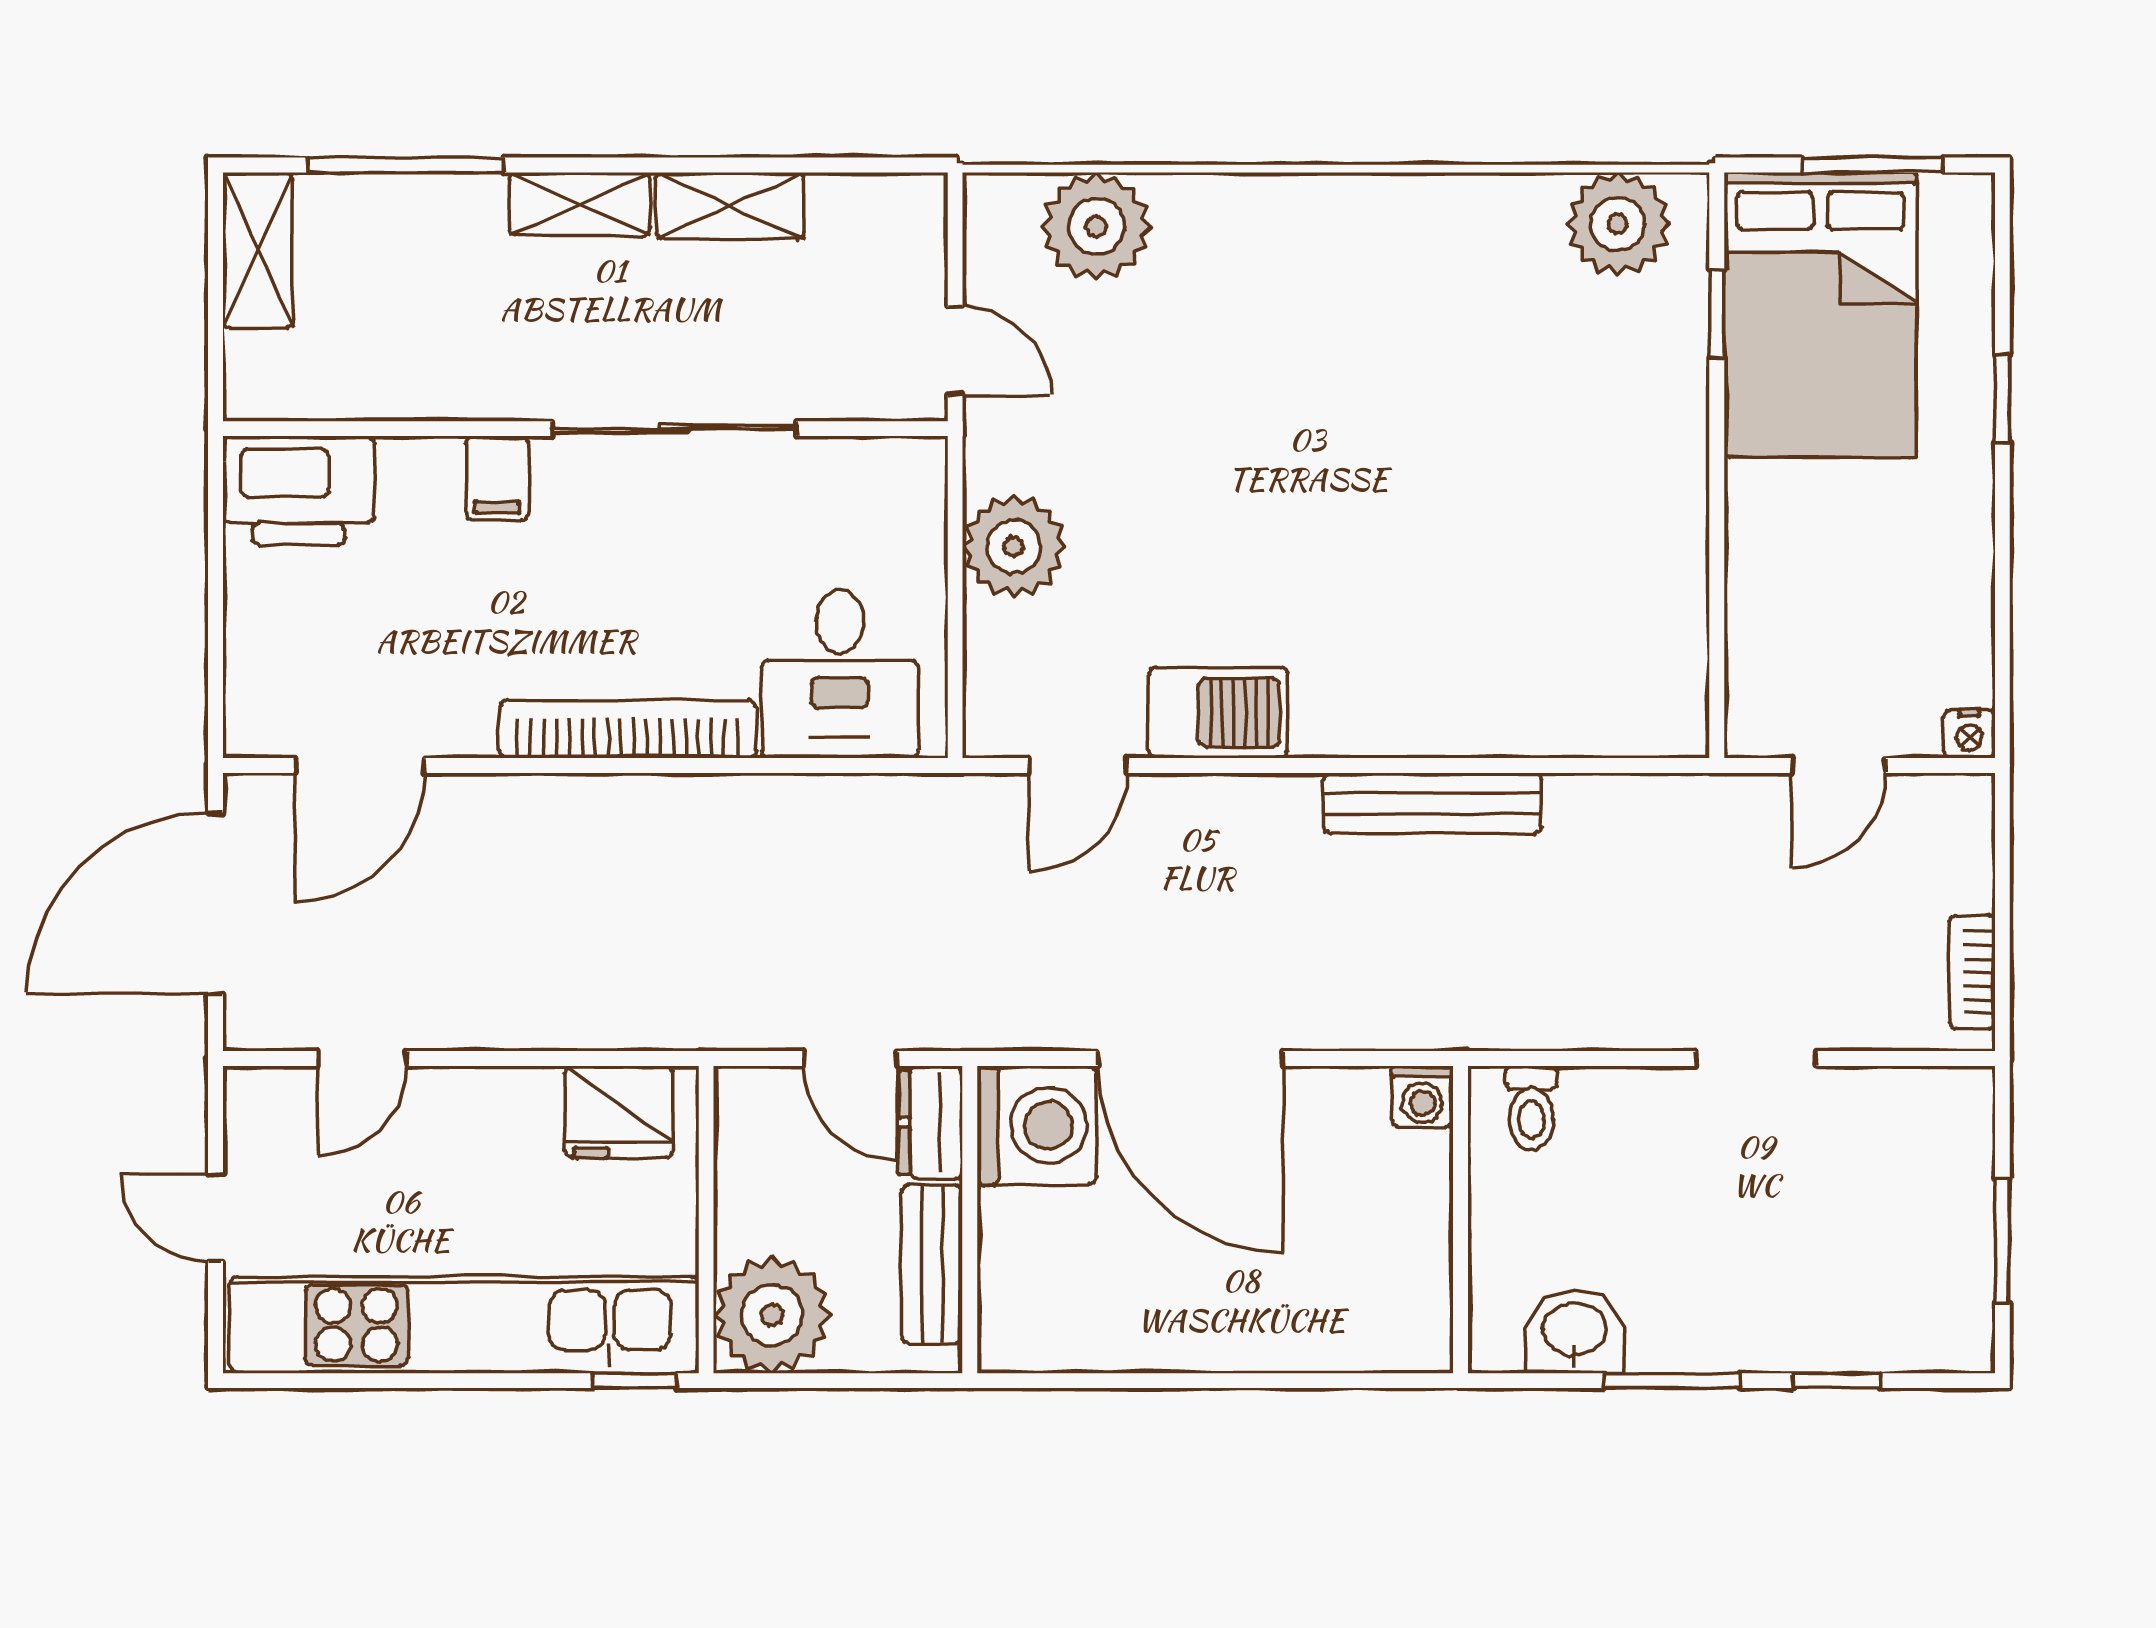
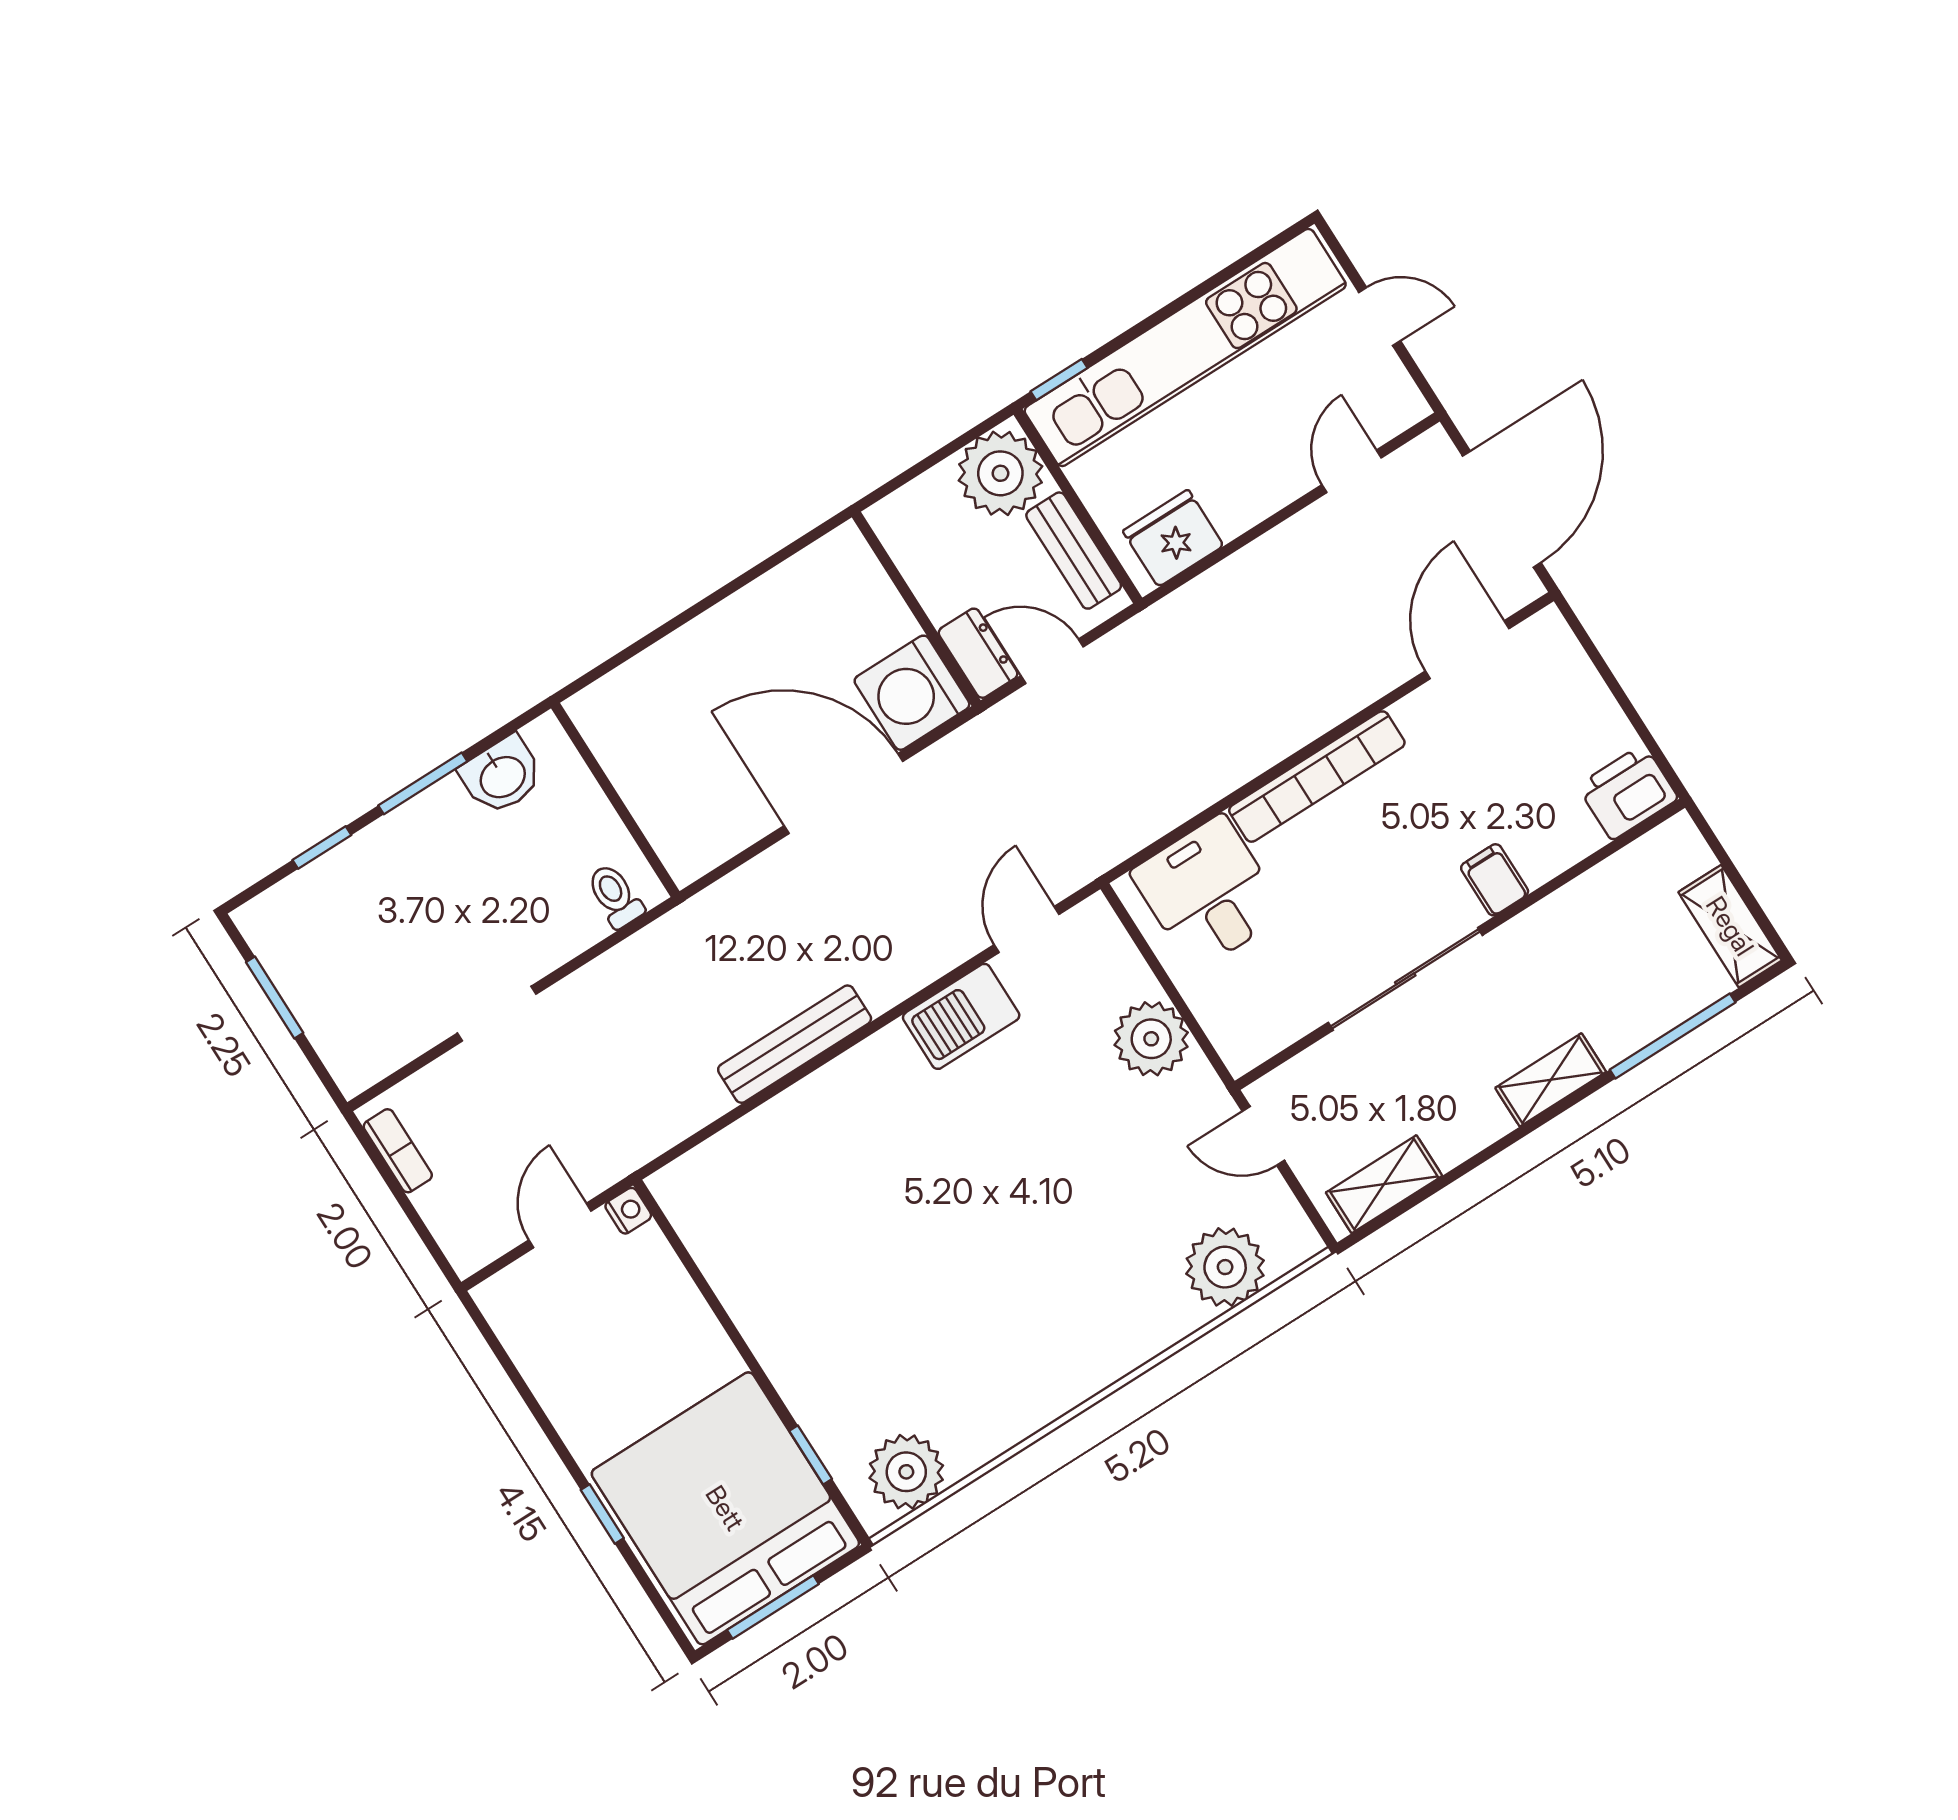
shelving: (730, 206) -> (1384, 1184), moved
bed: (1820, 315) -> (725, 1508), width x1.36
printer: (299, 490) -> (1628, 792), width x0.73, depth x0.84
nightstand: (1969, 734) -> (628, 1211), moved, turned 90
washing machine: (1422, 1097) -> (687, 860), removed
bench: (932, 1264) -> (1074, 551), moved

